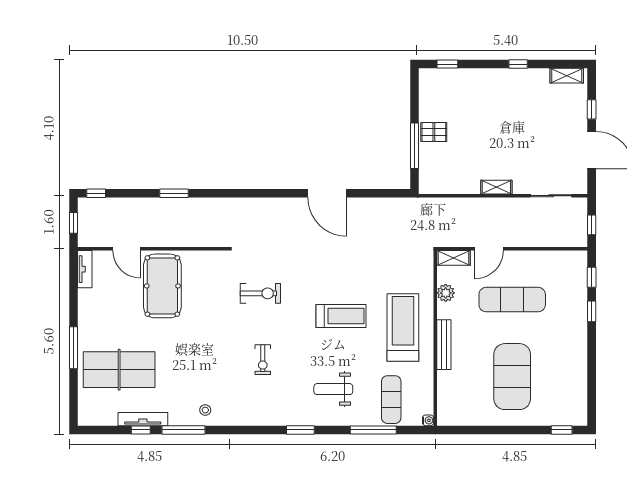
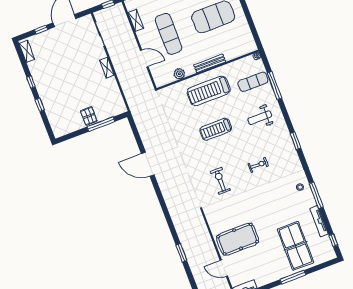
window: (447, 64) -> (40, 105), moved
door: (327, 193) -> (148, 164), swing flipped
door: (126, 249) -> (224, 268), swing flipped
shelving: (453, 258) -> (136, 20), moved
treadmill: (341, 316) -> (216, 129), turned -90
weight bench: (333, 389) -> (260, 118), turned 90
window: (141, 430) -> (333, 240), moved
window: (300, 430) -> (296, 141), moved

